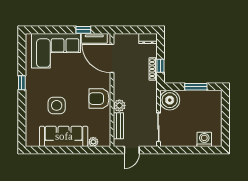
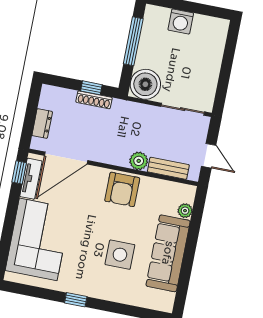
window: (83, 30) -> (19, 172), moved
dresser: (148, 39) -> (42, 124), moved
window: (196, 87) -> (133, 41), width x1.44
washing machine: (204, 139) -> (181, 21), moved, turned -90

